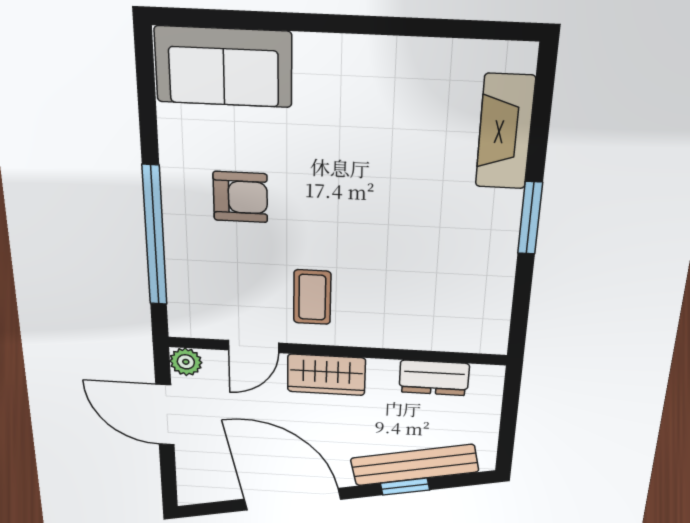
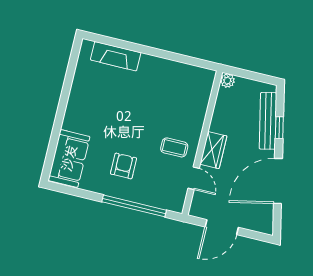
window: (530, 218) -> (154, 52), removed
plant: (186, 362) -> (227, 81), moved
dresser: (434, 378) -> (223, 104), removed

